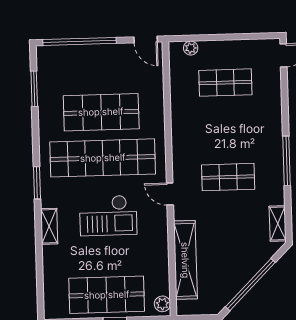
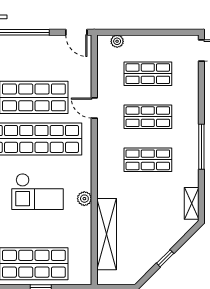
shop shelf: (227, 130) -> (148, 117), added
door: (170, 194) -> (94, 108), moved
window: (250, 285) -> (165, 258), width x0.32
plant: (162, 304) -> (84, 199), moved

